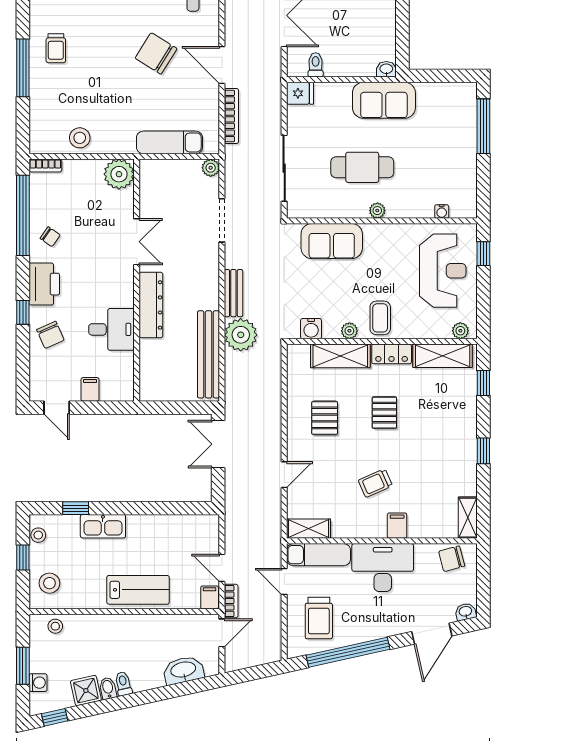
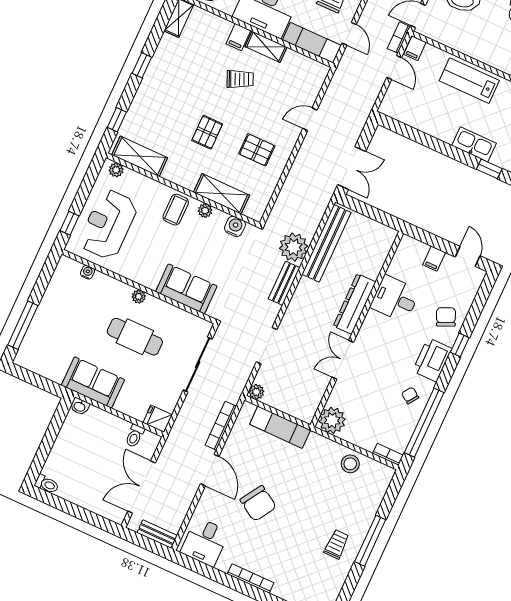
locker: (392, 354) -> (180, 177), removed
pallet: (325, 418) -> (257, 150), turned 90
shelving: (309, 529) -> (266, 47), moved

